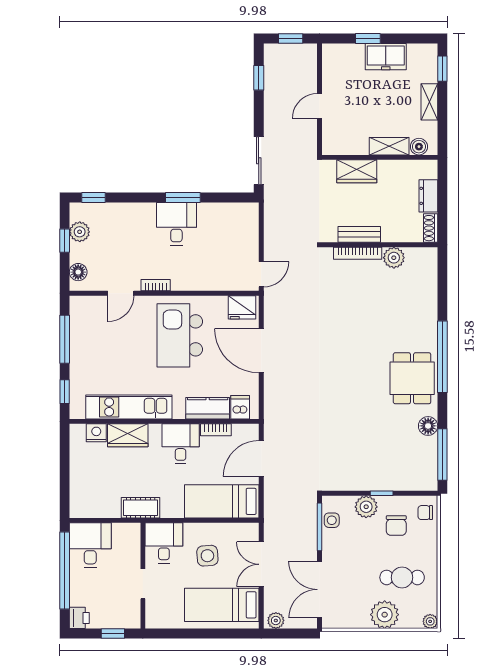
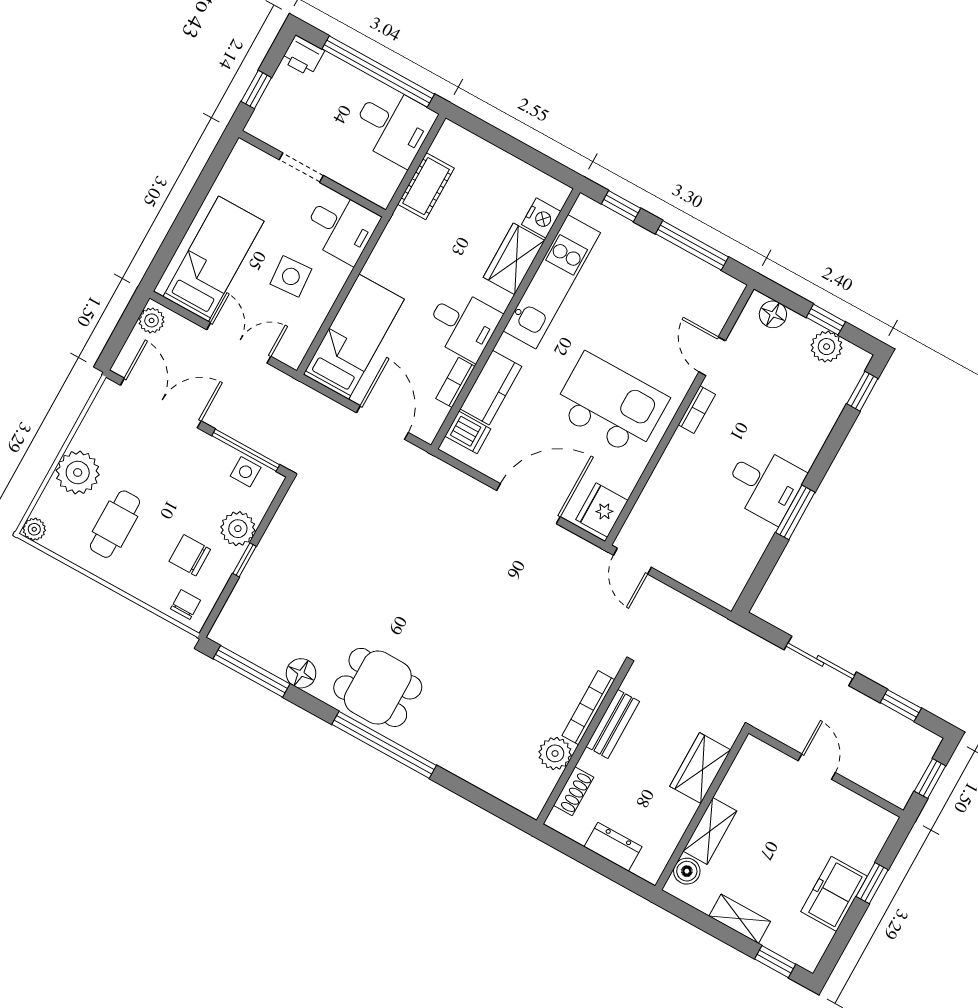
sliding door: (259, 161) -> (820, 661), moved
shoe rack: (431, 228) -> (574, 791), moved, turned 90
cot: (140, 508) -> (426, 186), moved

